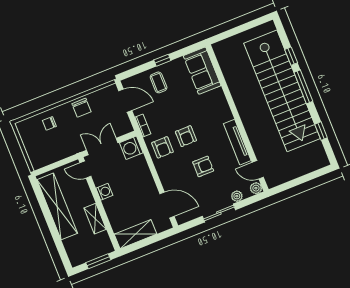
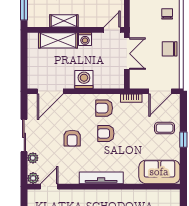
tv unit: (237, 142) -> (101, 178), moved
washing machine: (131, 148) -> (84, 80), moved
shelving: (135, 234) -> (58, 40), moved, turned 90

